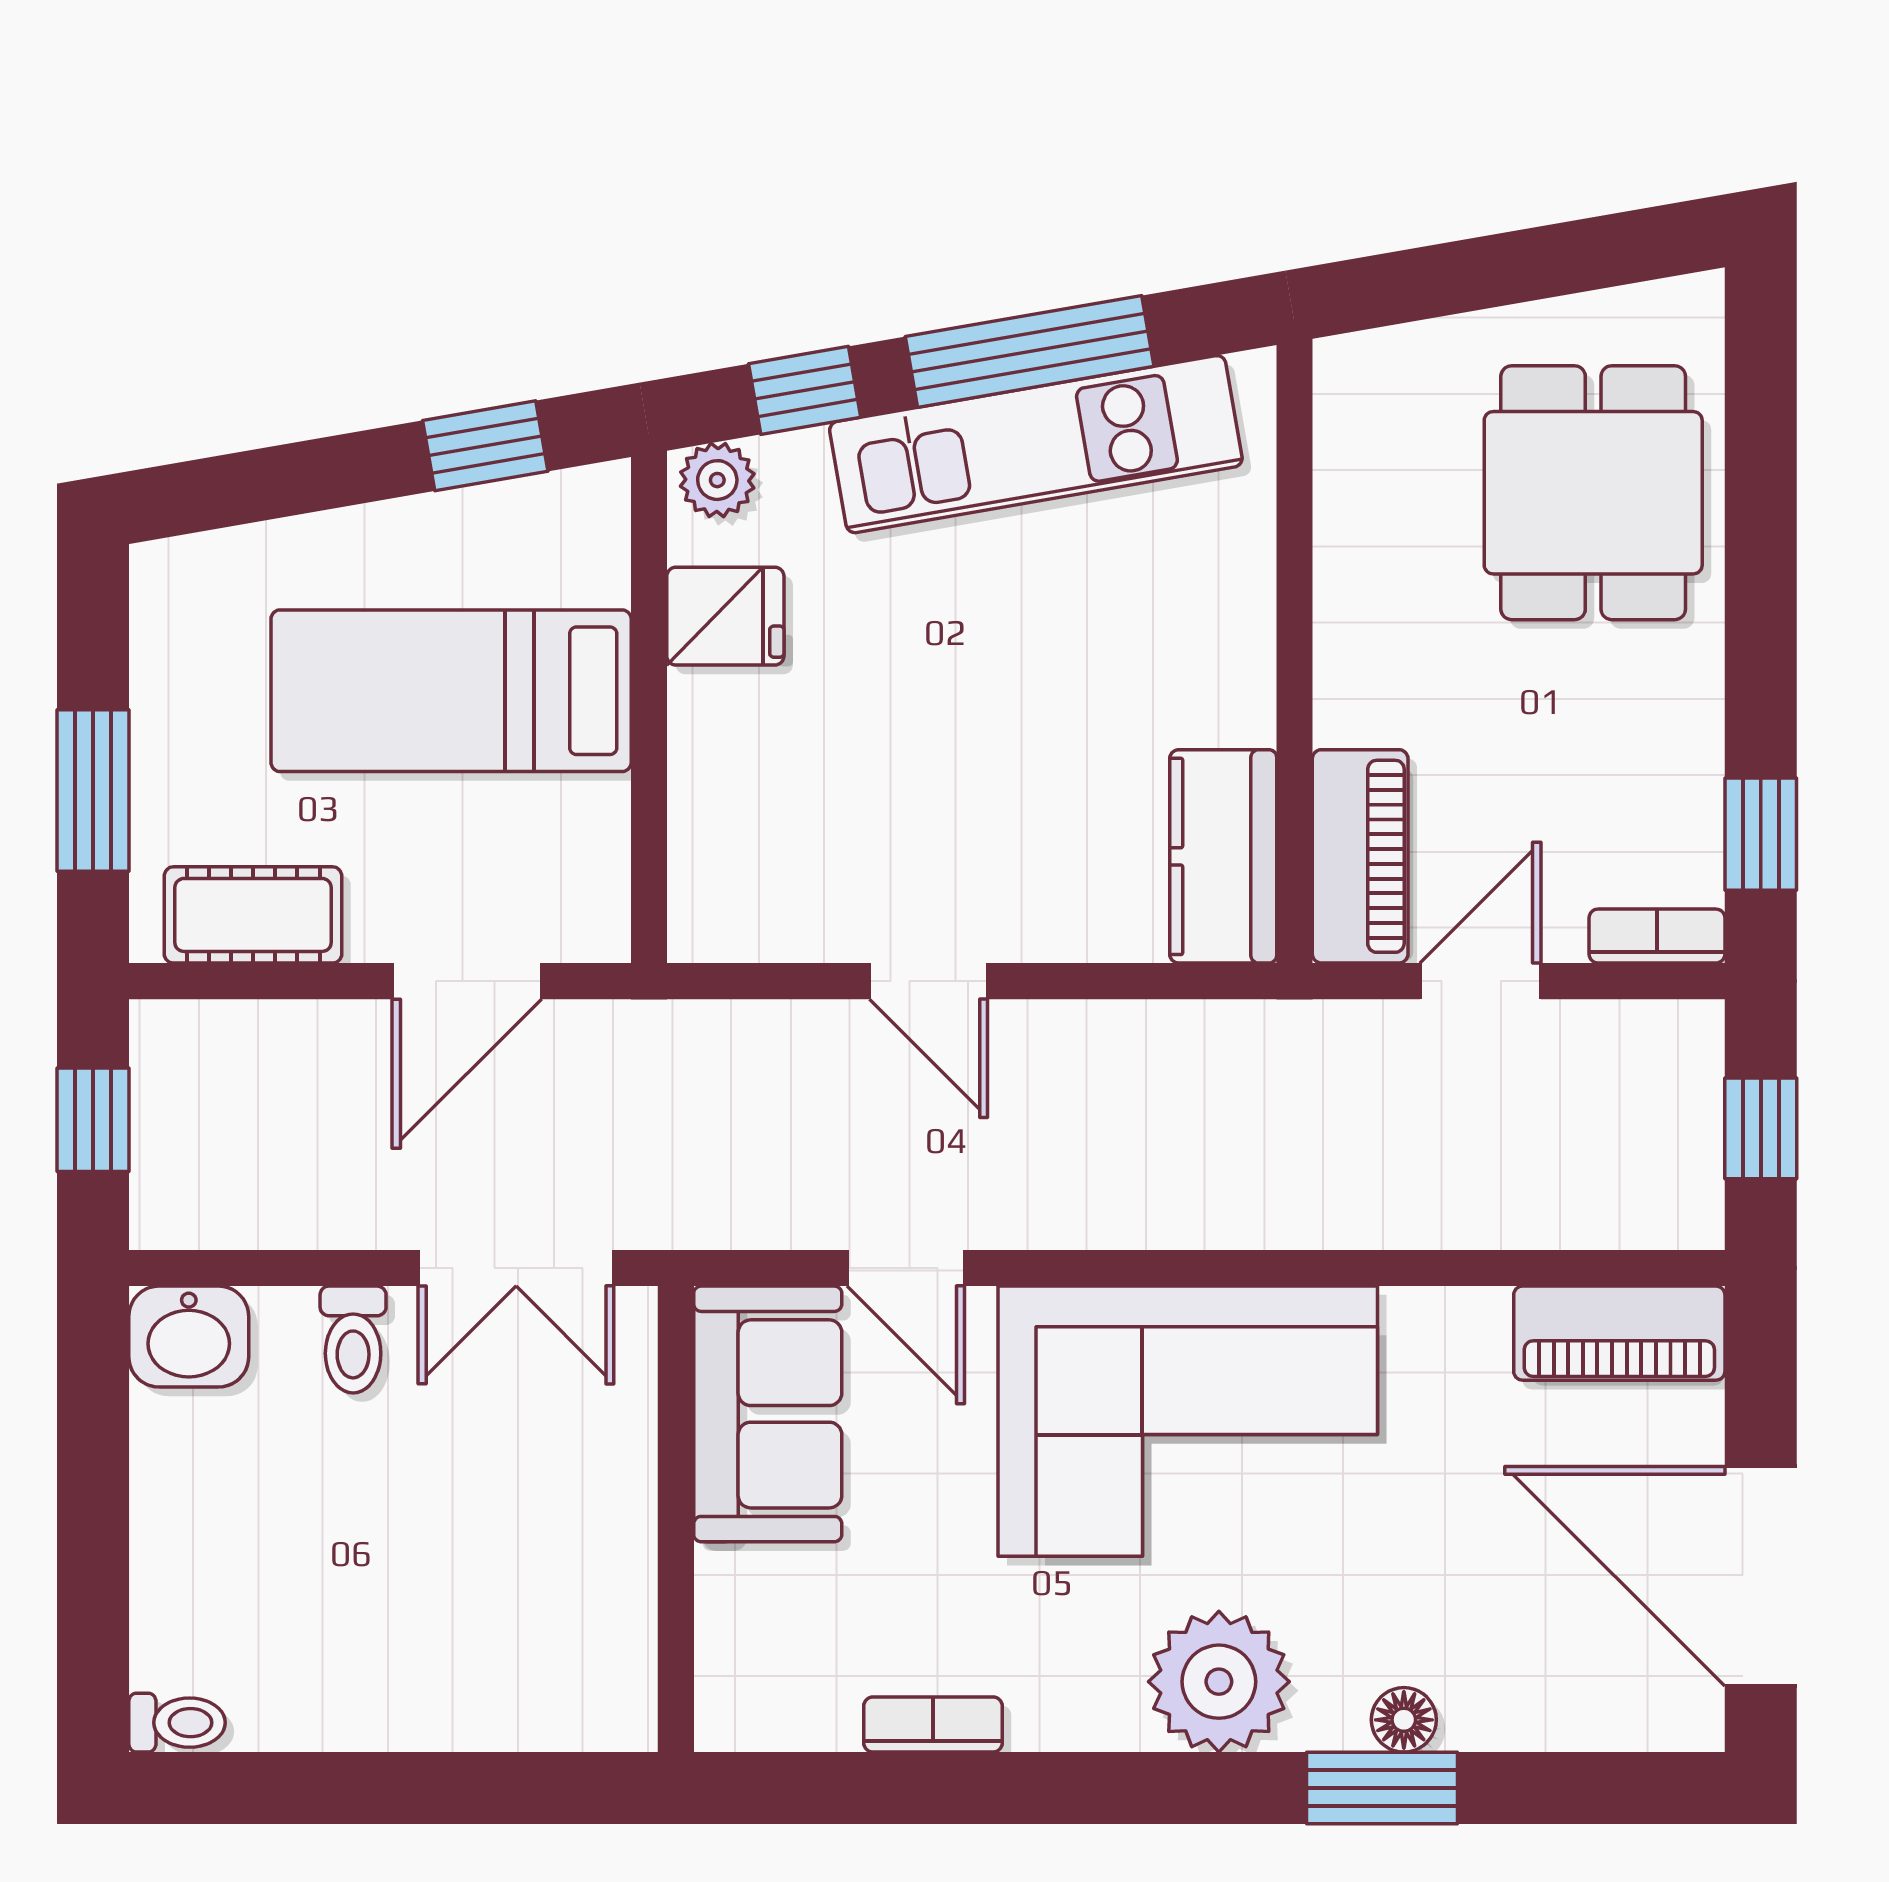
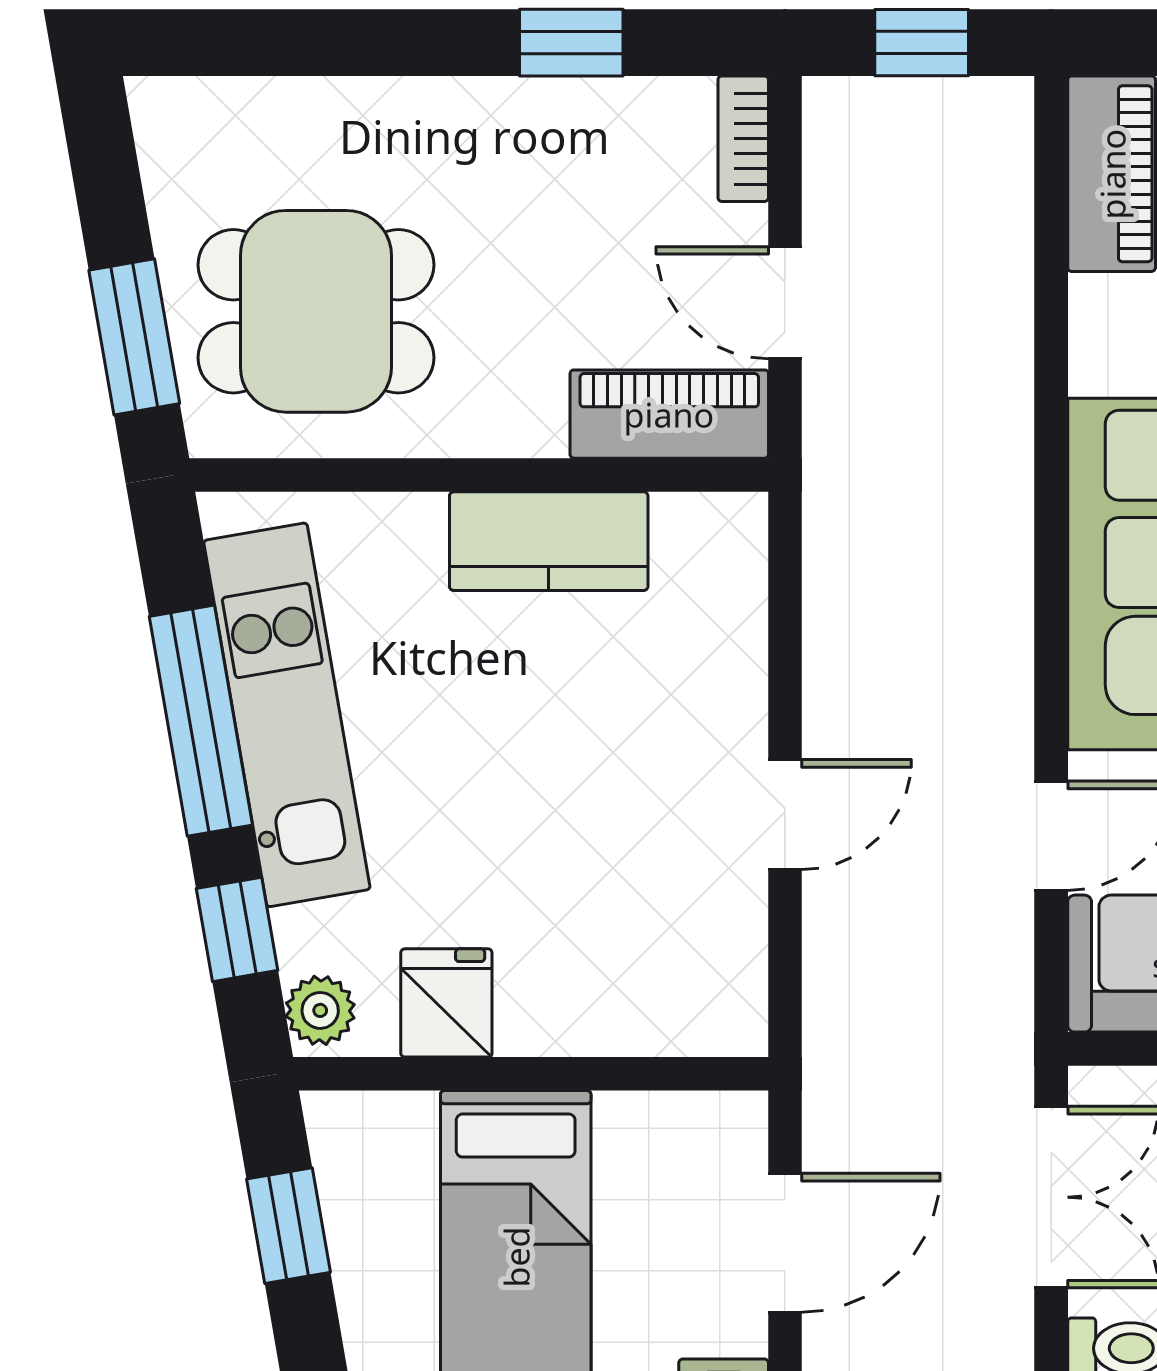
window: (1443, 280) -> (134, 337), added
dining table: (1593, 493) -> (316, 311), moved
window: (1761, 834) -> (571, 43), moved
kitchen counter: (1223, 856) -> (549, 541), moved
door: (467, 981) -> (785, 1243), hinge flipped

